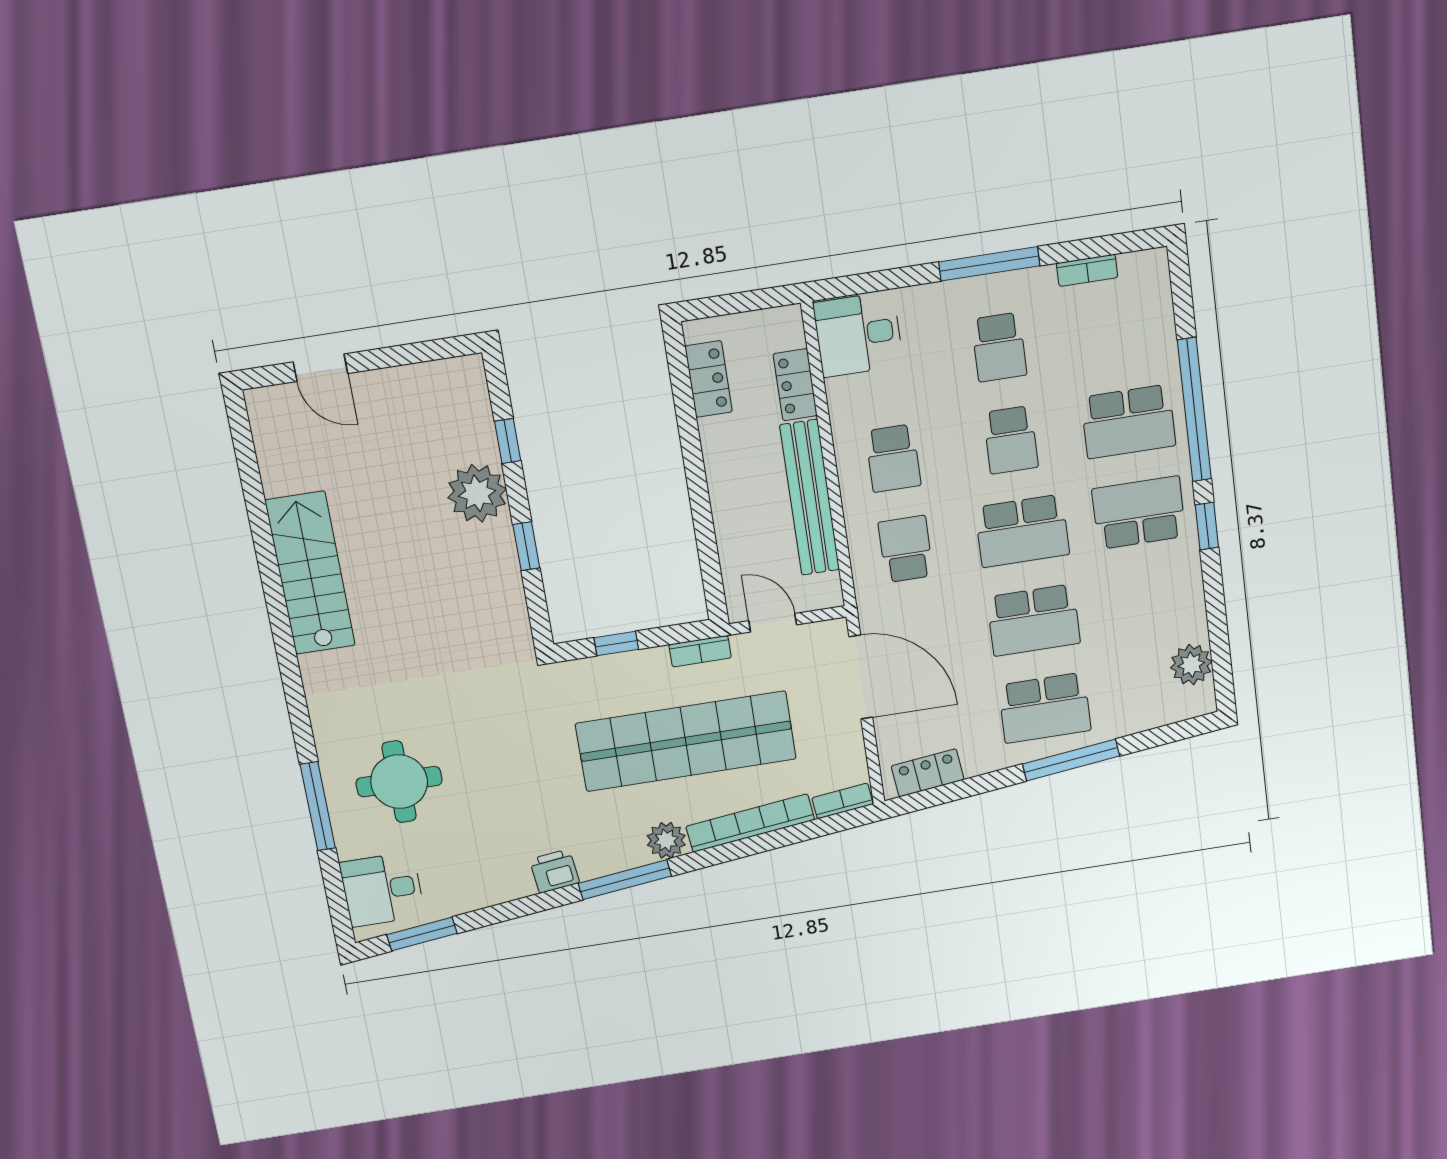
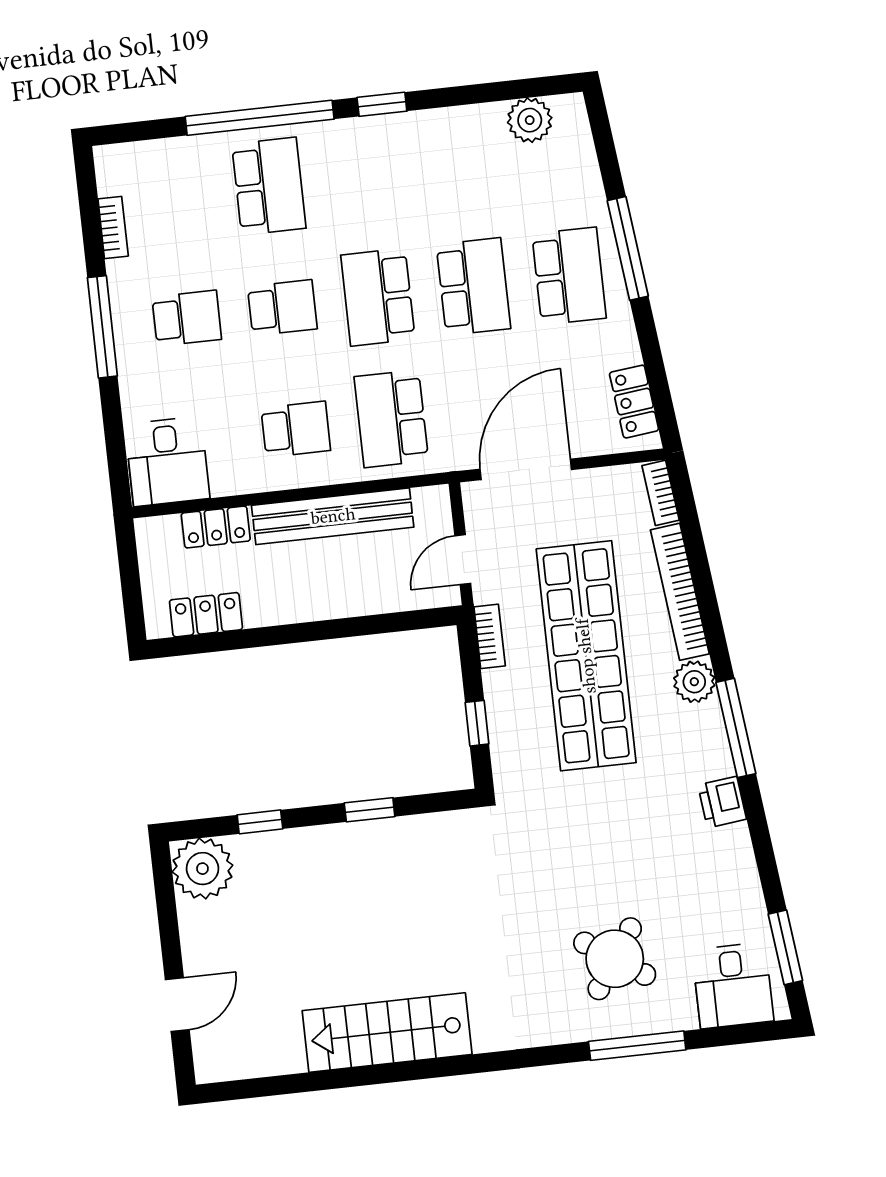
plant: (477, 493) -> (202, 869), moved
school desk: (1139, 513) -> (364, 176), removed
school desk: (1022, 531) -> (378, 297), turned 180
school desk: (906, 549) -> (391, 419), width x1.85
round table: (399, 782) -> (615, 959), turned 34

